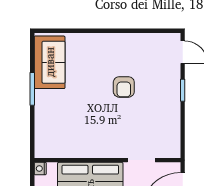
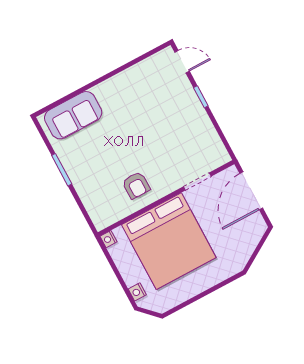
sofa: (50, 62) -> (73, 115), moved, turned 90
armchair: (124, 87) -> (136, 185), moved

